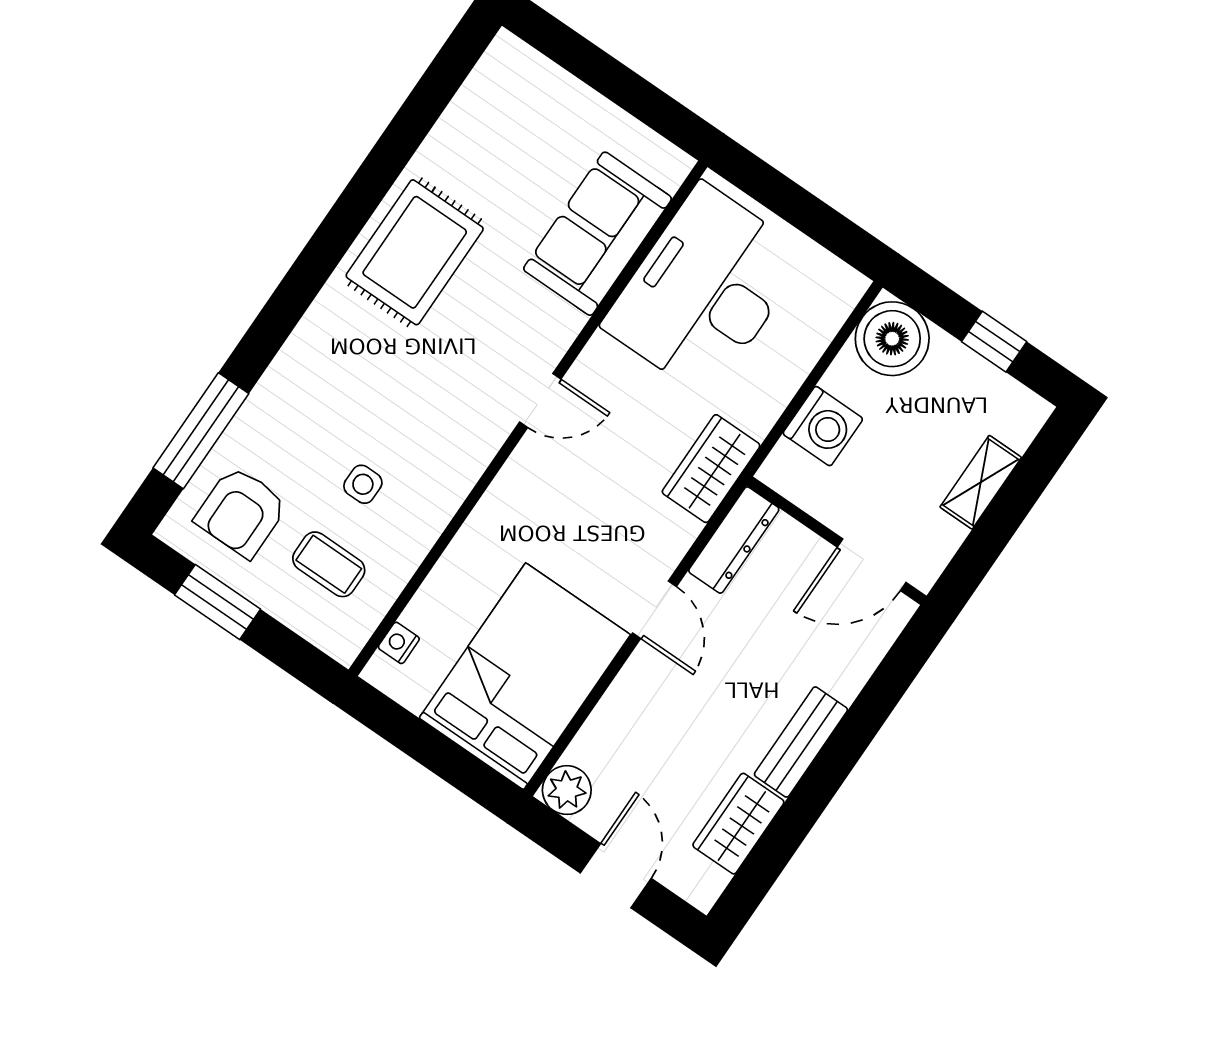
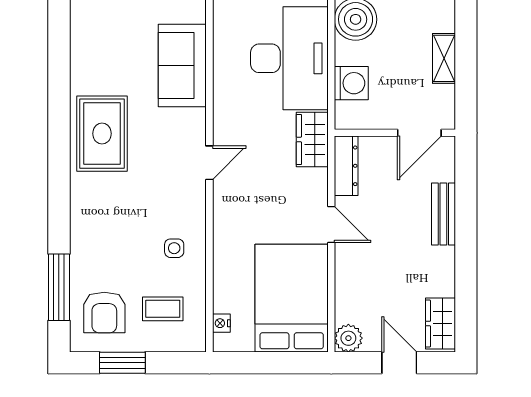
desk: (705, 290) -> (289, 58), moved, turned 180
side table: (363, 484) -> (174, 248), moved
bench: (801, 742) -> (443, 214), moved
wardrobe: (738, 824) -> (440, 324), moved

